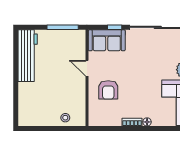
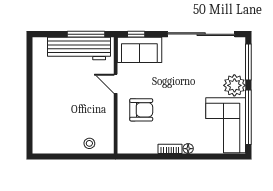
window: (115, 27) -> (136, 34), moved
workbench: (28, 56) -> (79, 49), moved, turned 90
armchair: (108, 90) -> (141, 110), turned -90

